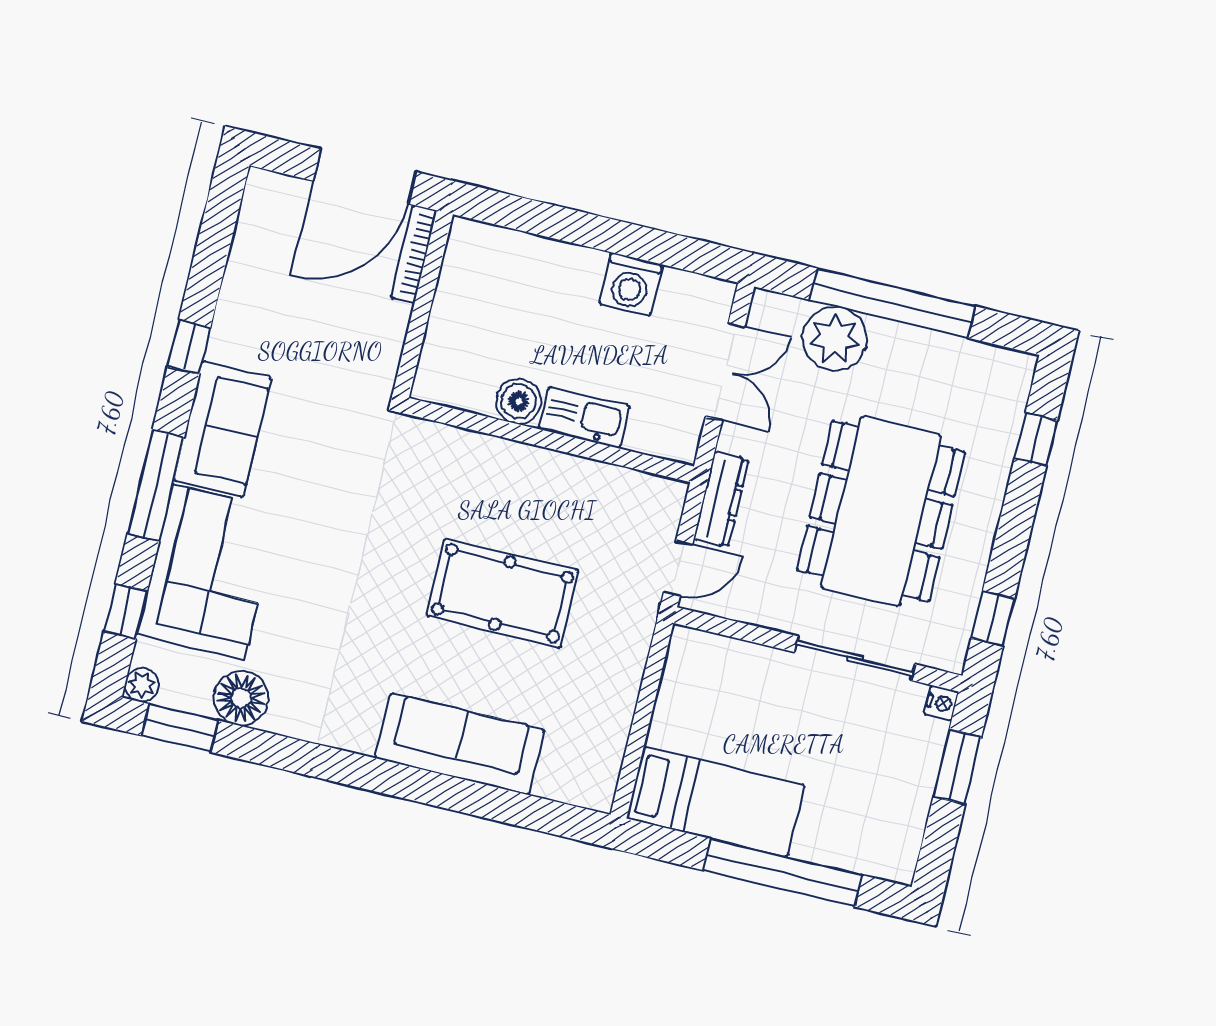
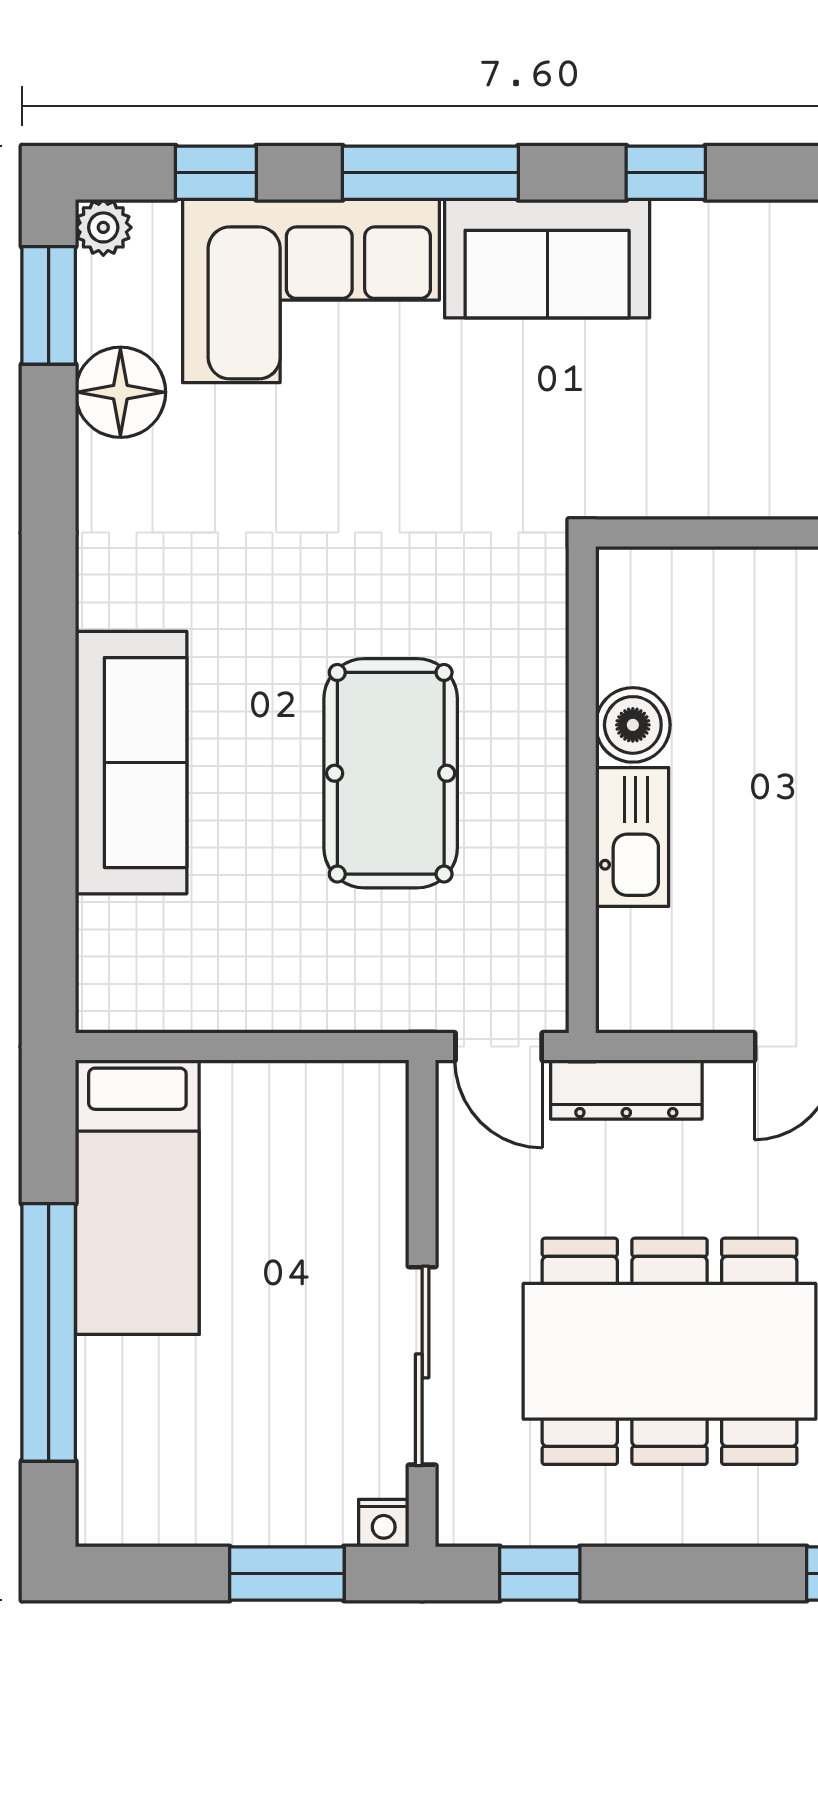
boiler: (519, 401) -> (633, 725), moved
kitchen sink: (584, 417) -> (632, 837), moved
wall: (550, 440) -> (582, 790), moved

